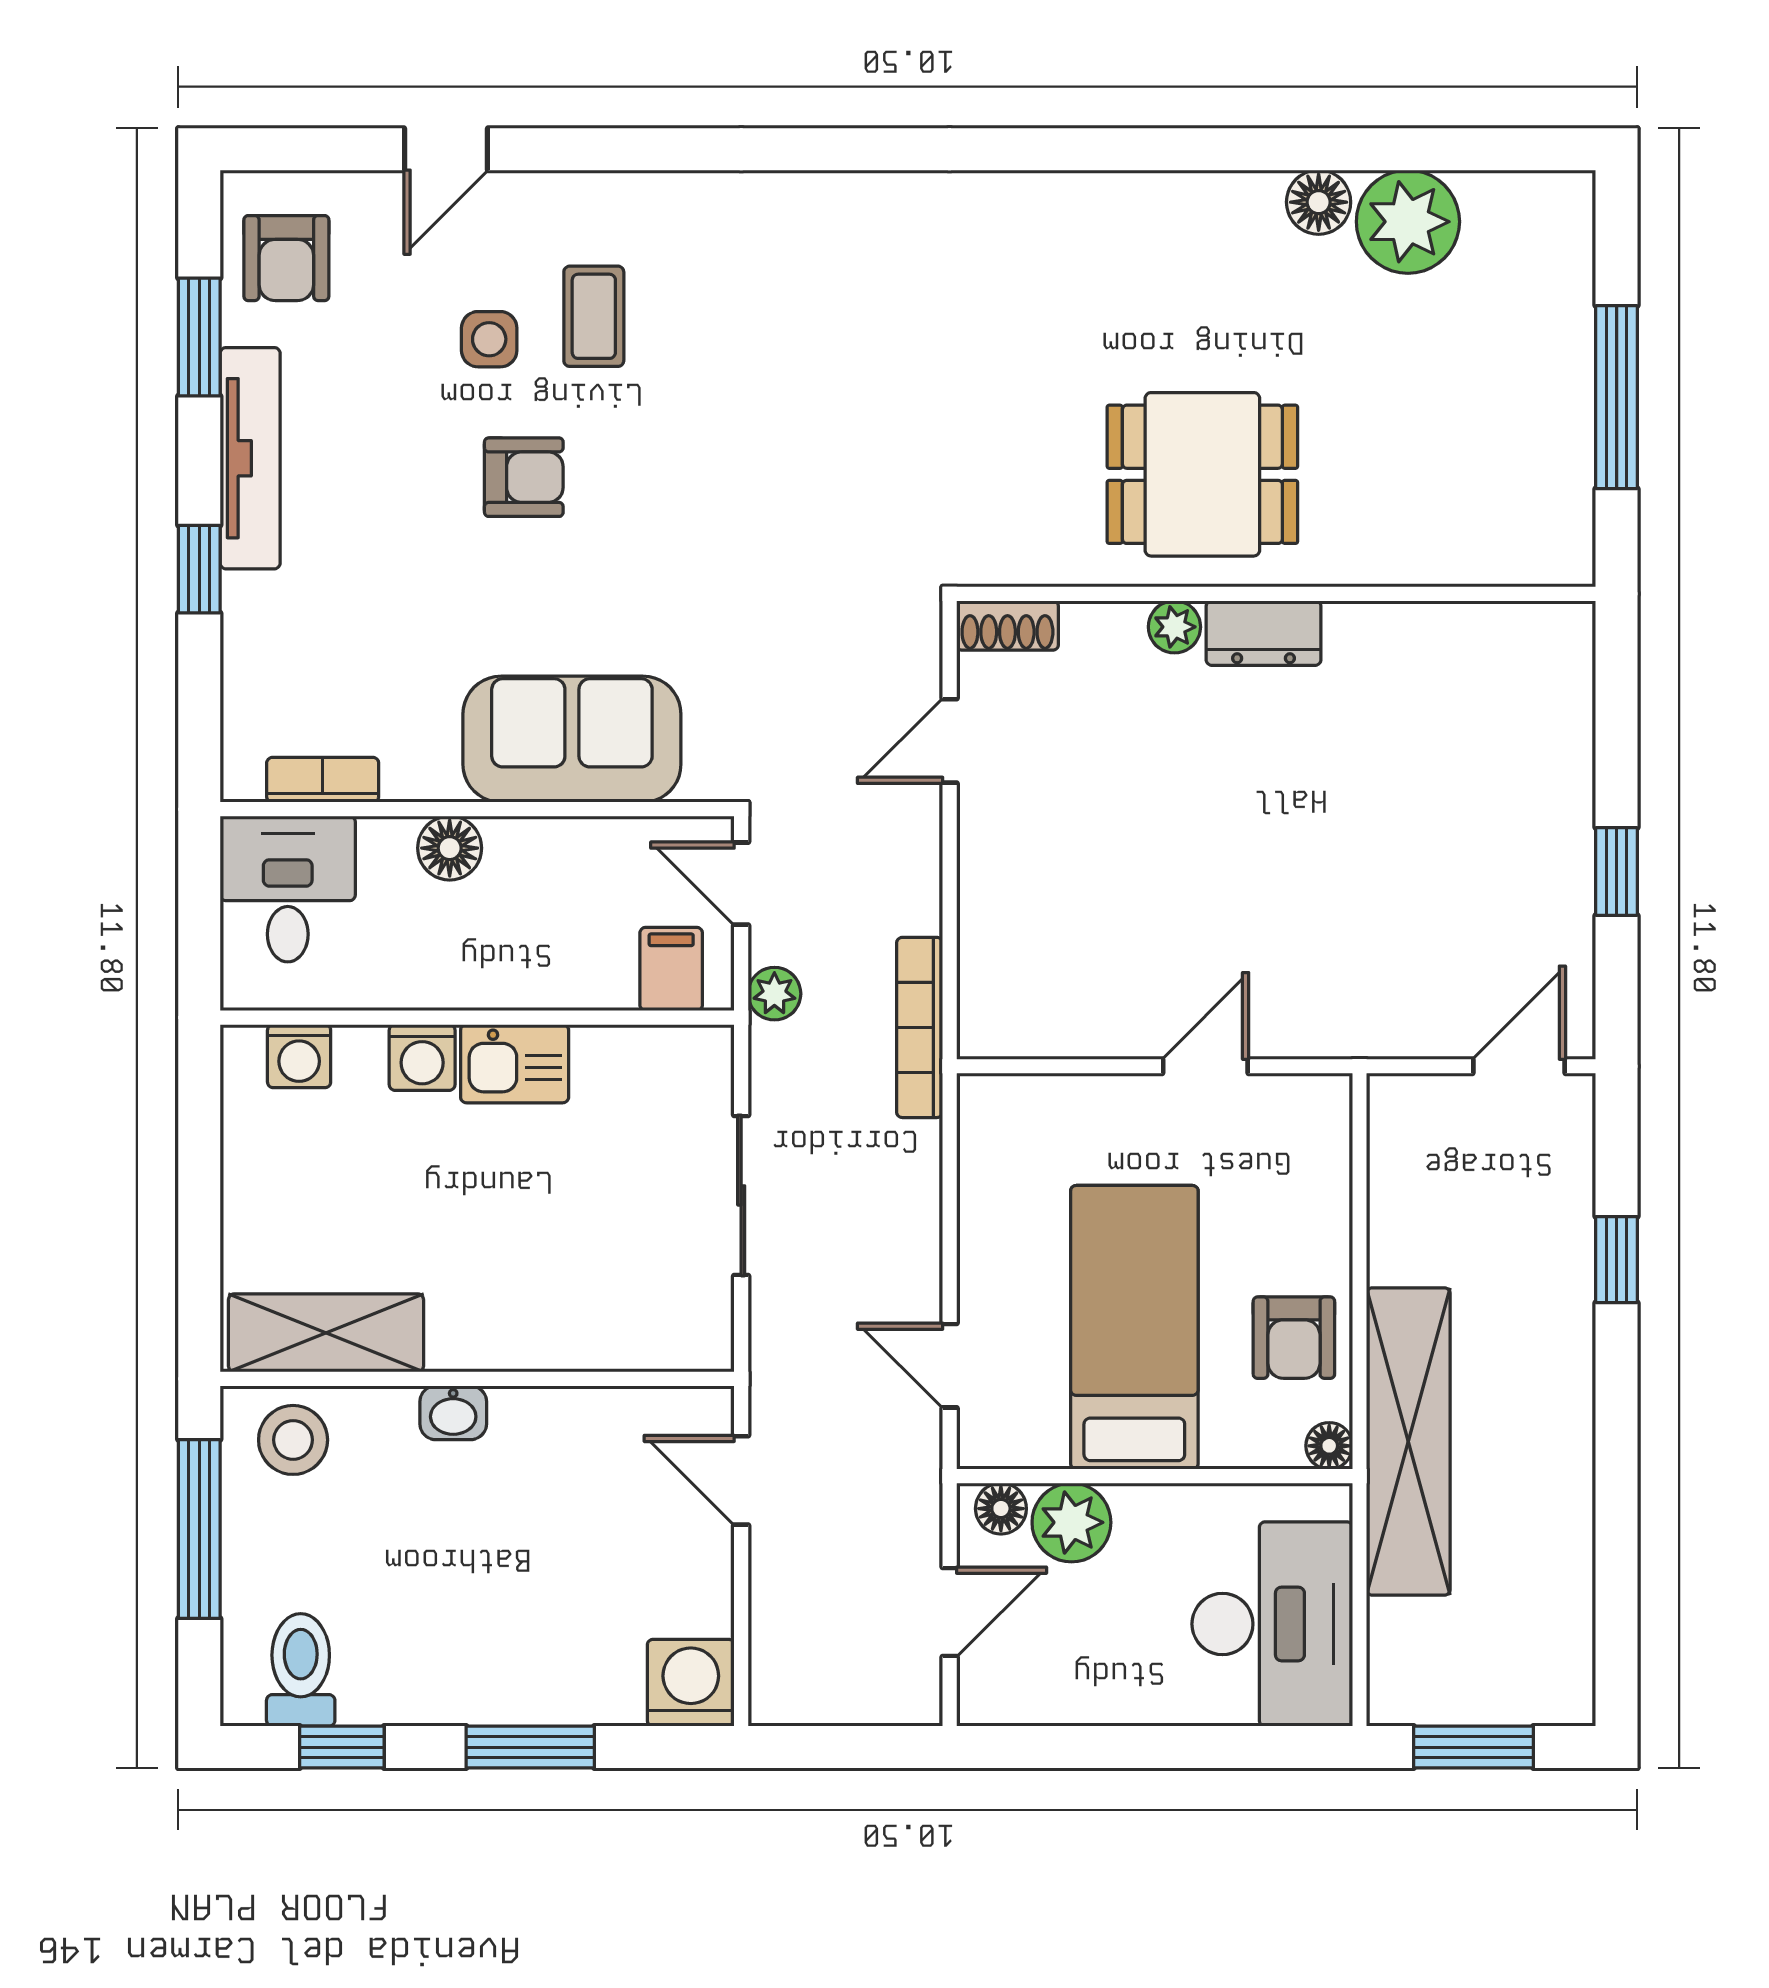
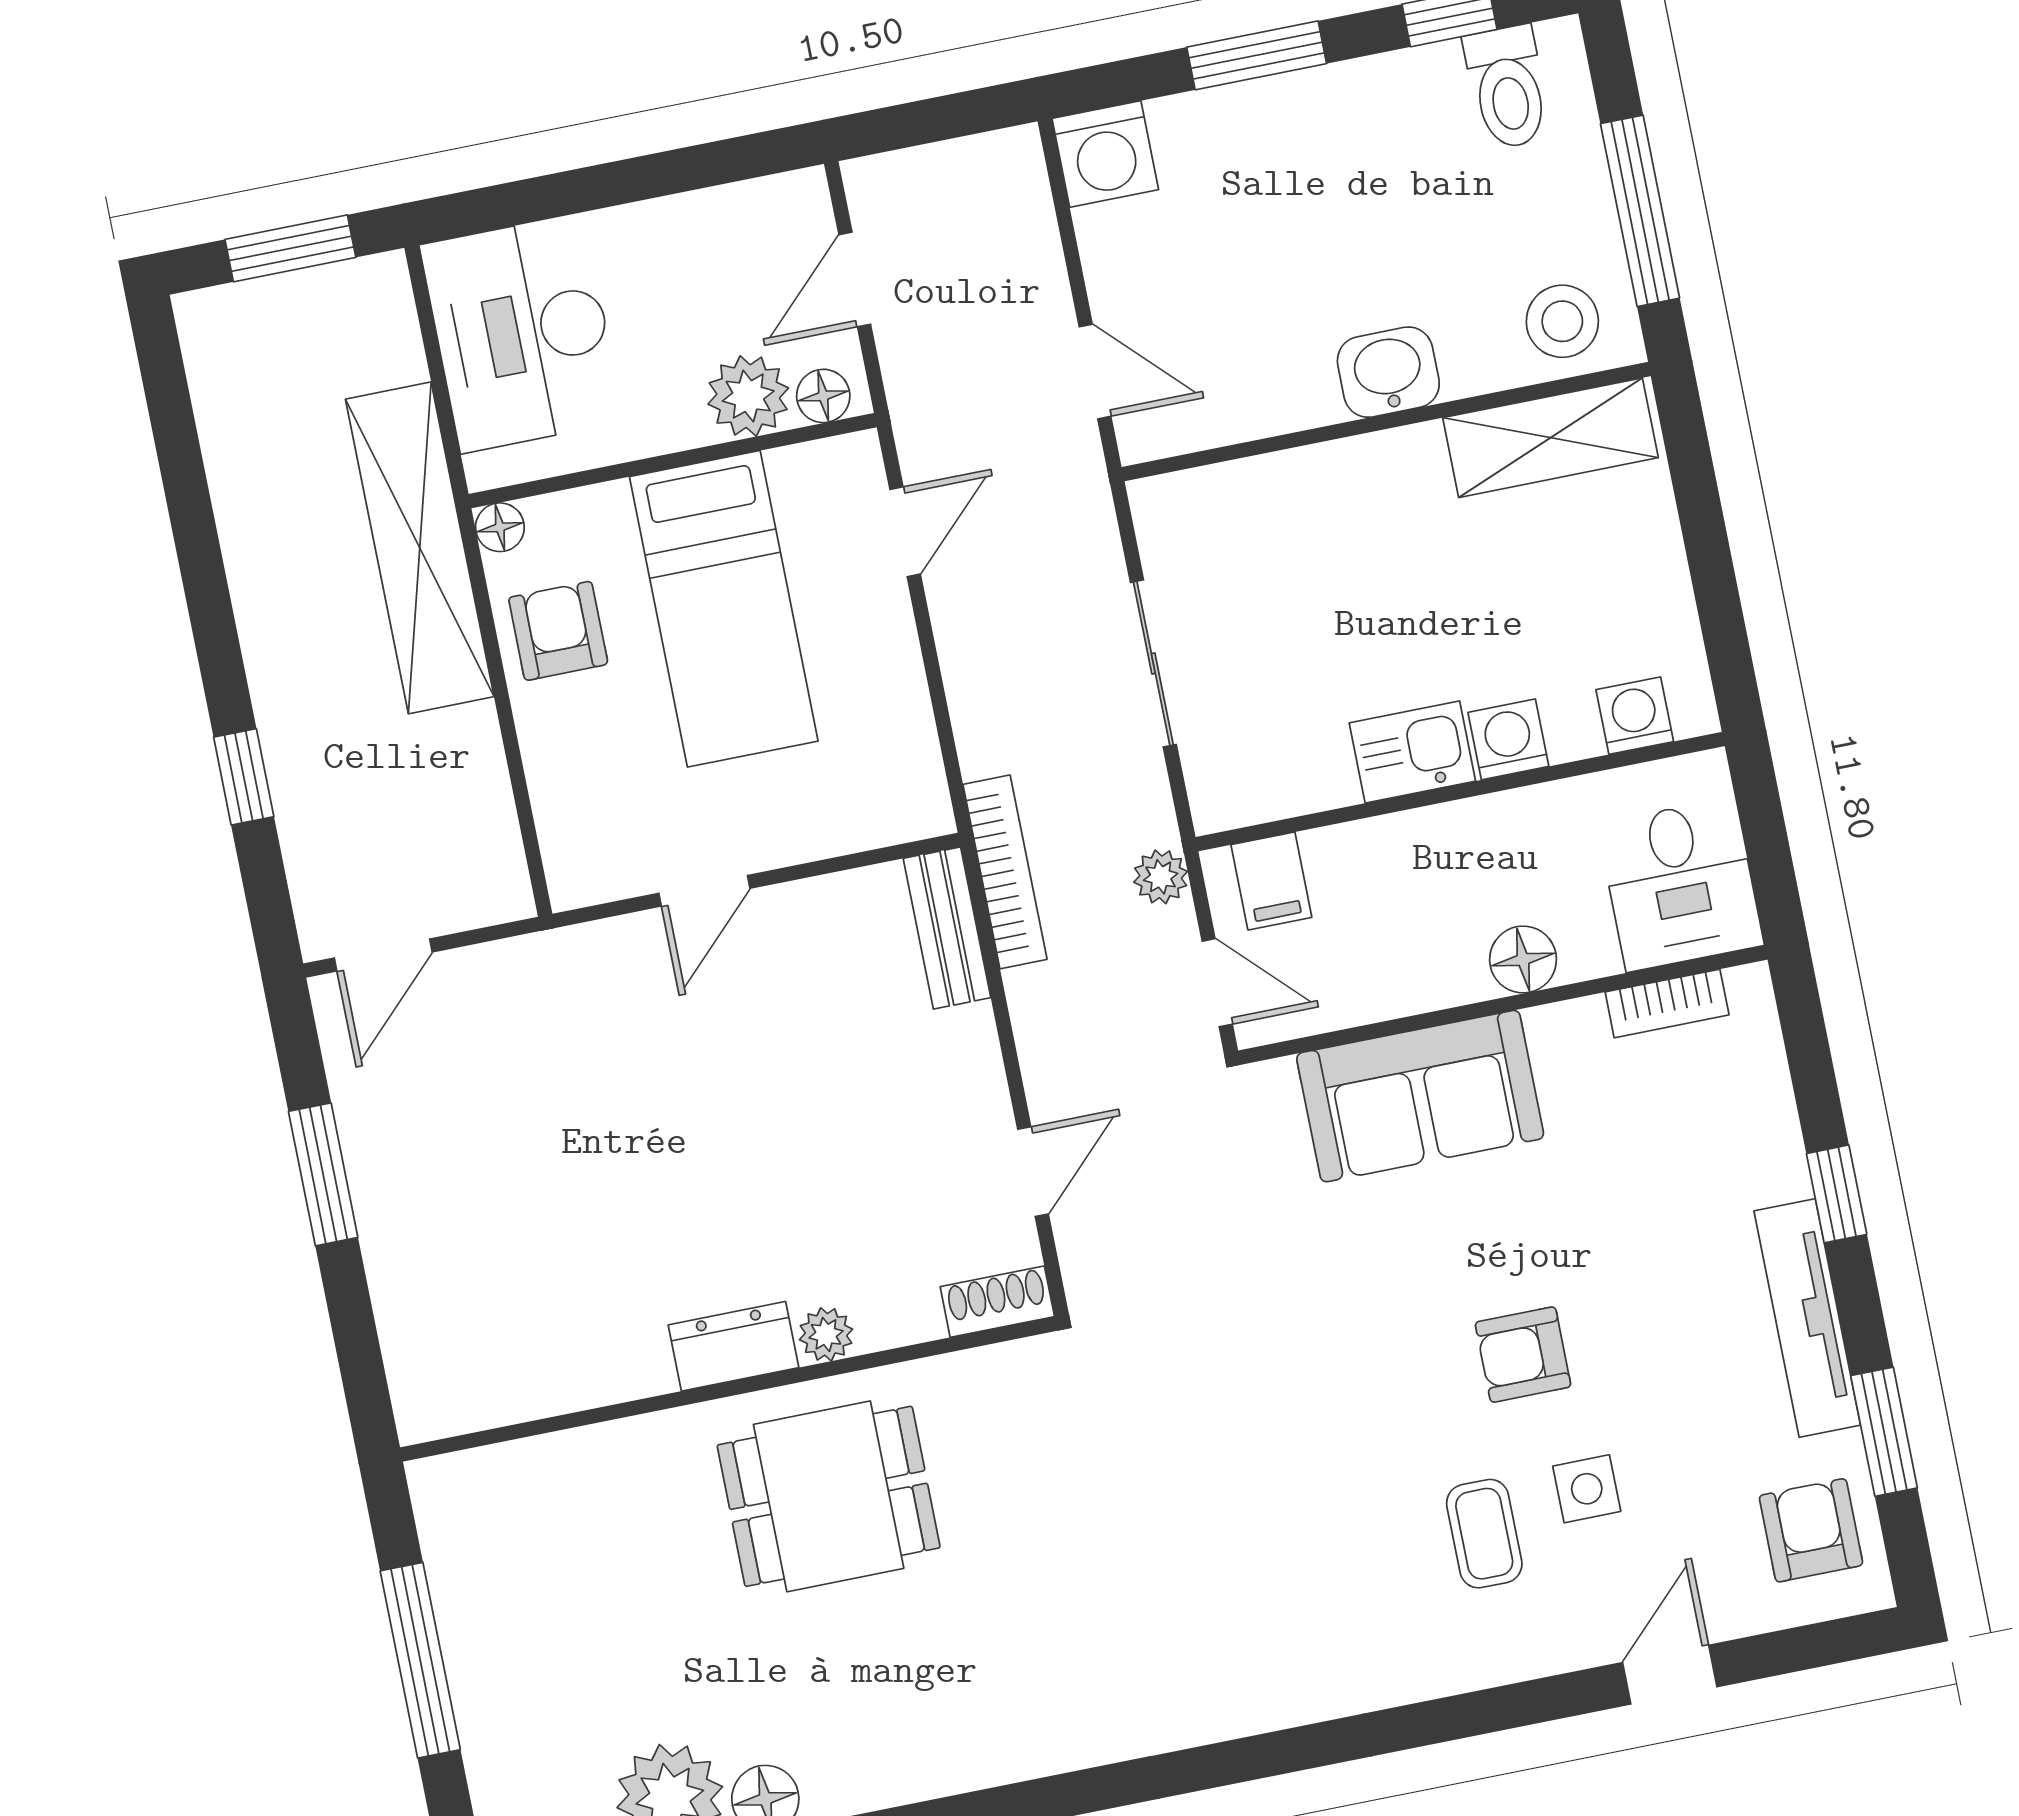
window: (1617, 871) -> (323, 1174), width x1.50
bench: (985, 986) -> (947, 928), added
door: (950, 1366) -> (905, 532), hinge flipped
washbasin: (453, 1413) -> (1388, 372), width x1.38, depth x1.45

